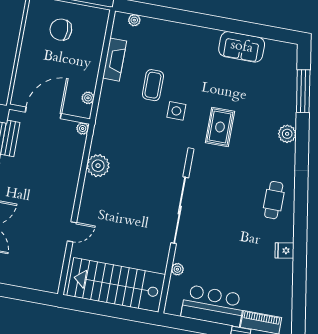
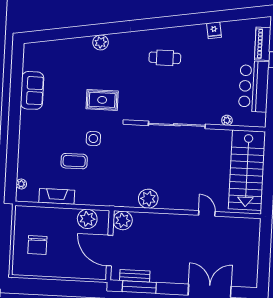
window: (303, 91) -> (63, 34), removed
plant: (88, 98) -> (87, 219), width x1.88, depth x1.88
plant: (83, 128) -> (123, 220), width x1.87, depth x1.87
cafe table: (274, 200) -> (165, 58), moved
fridge: (284, 251) -> (214, 30), moved

